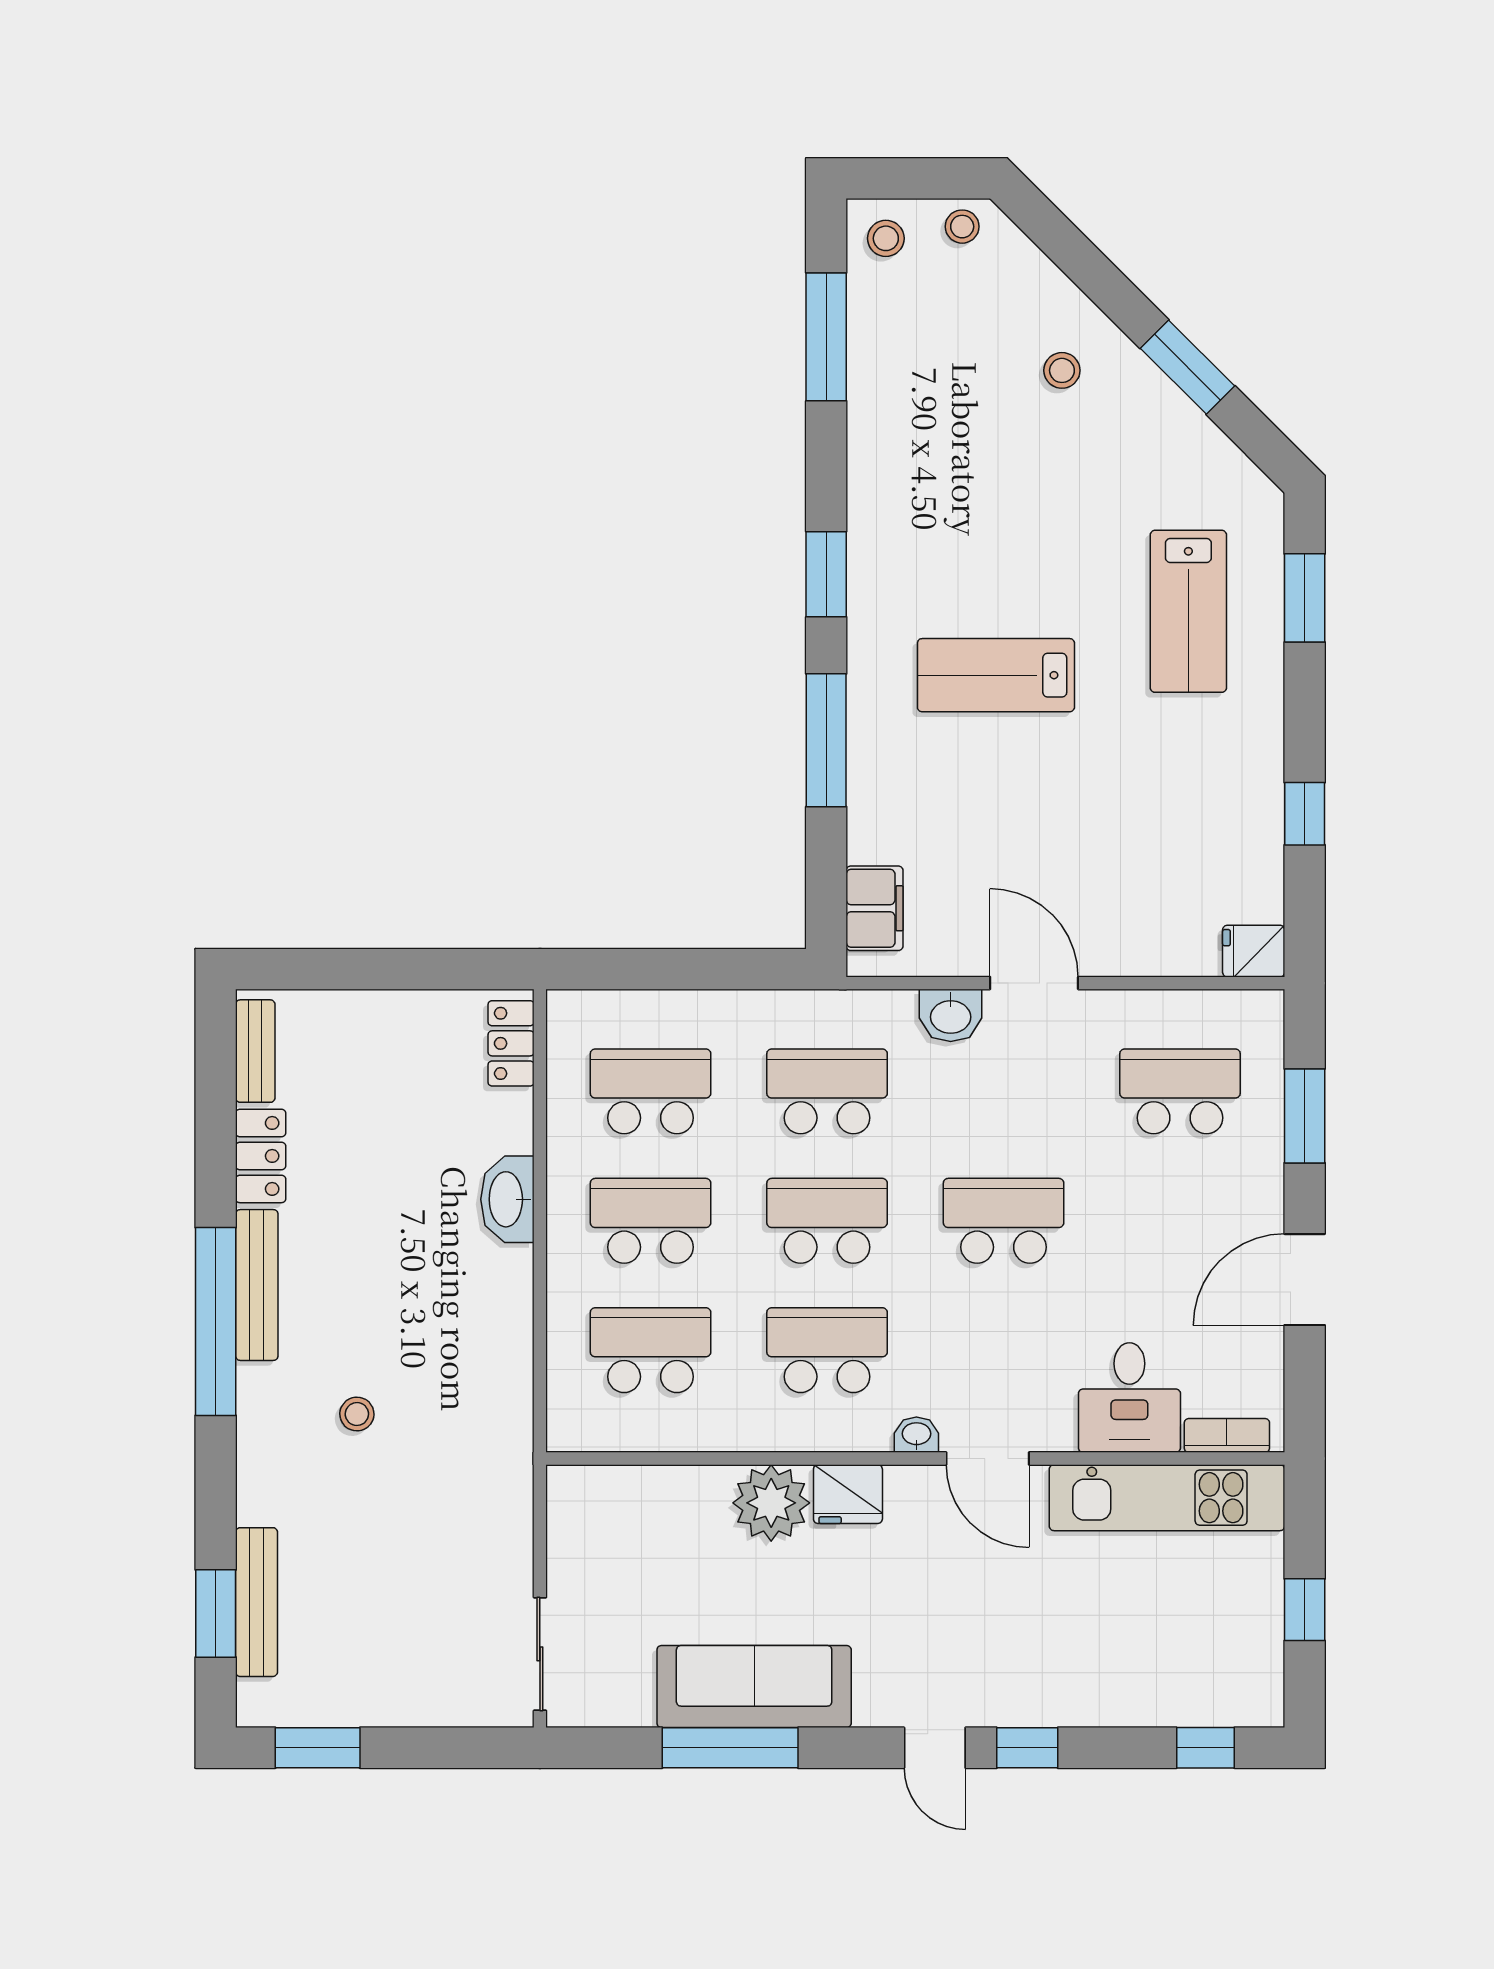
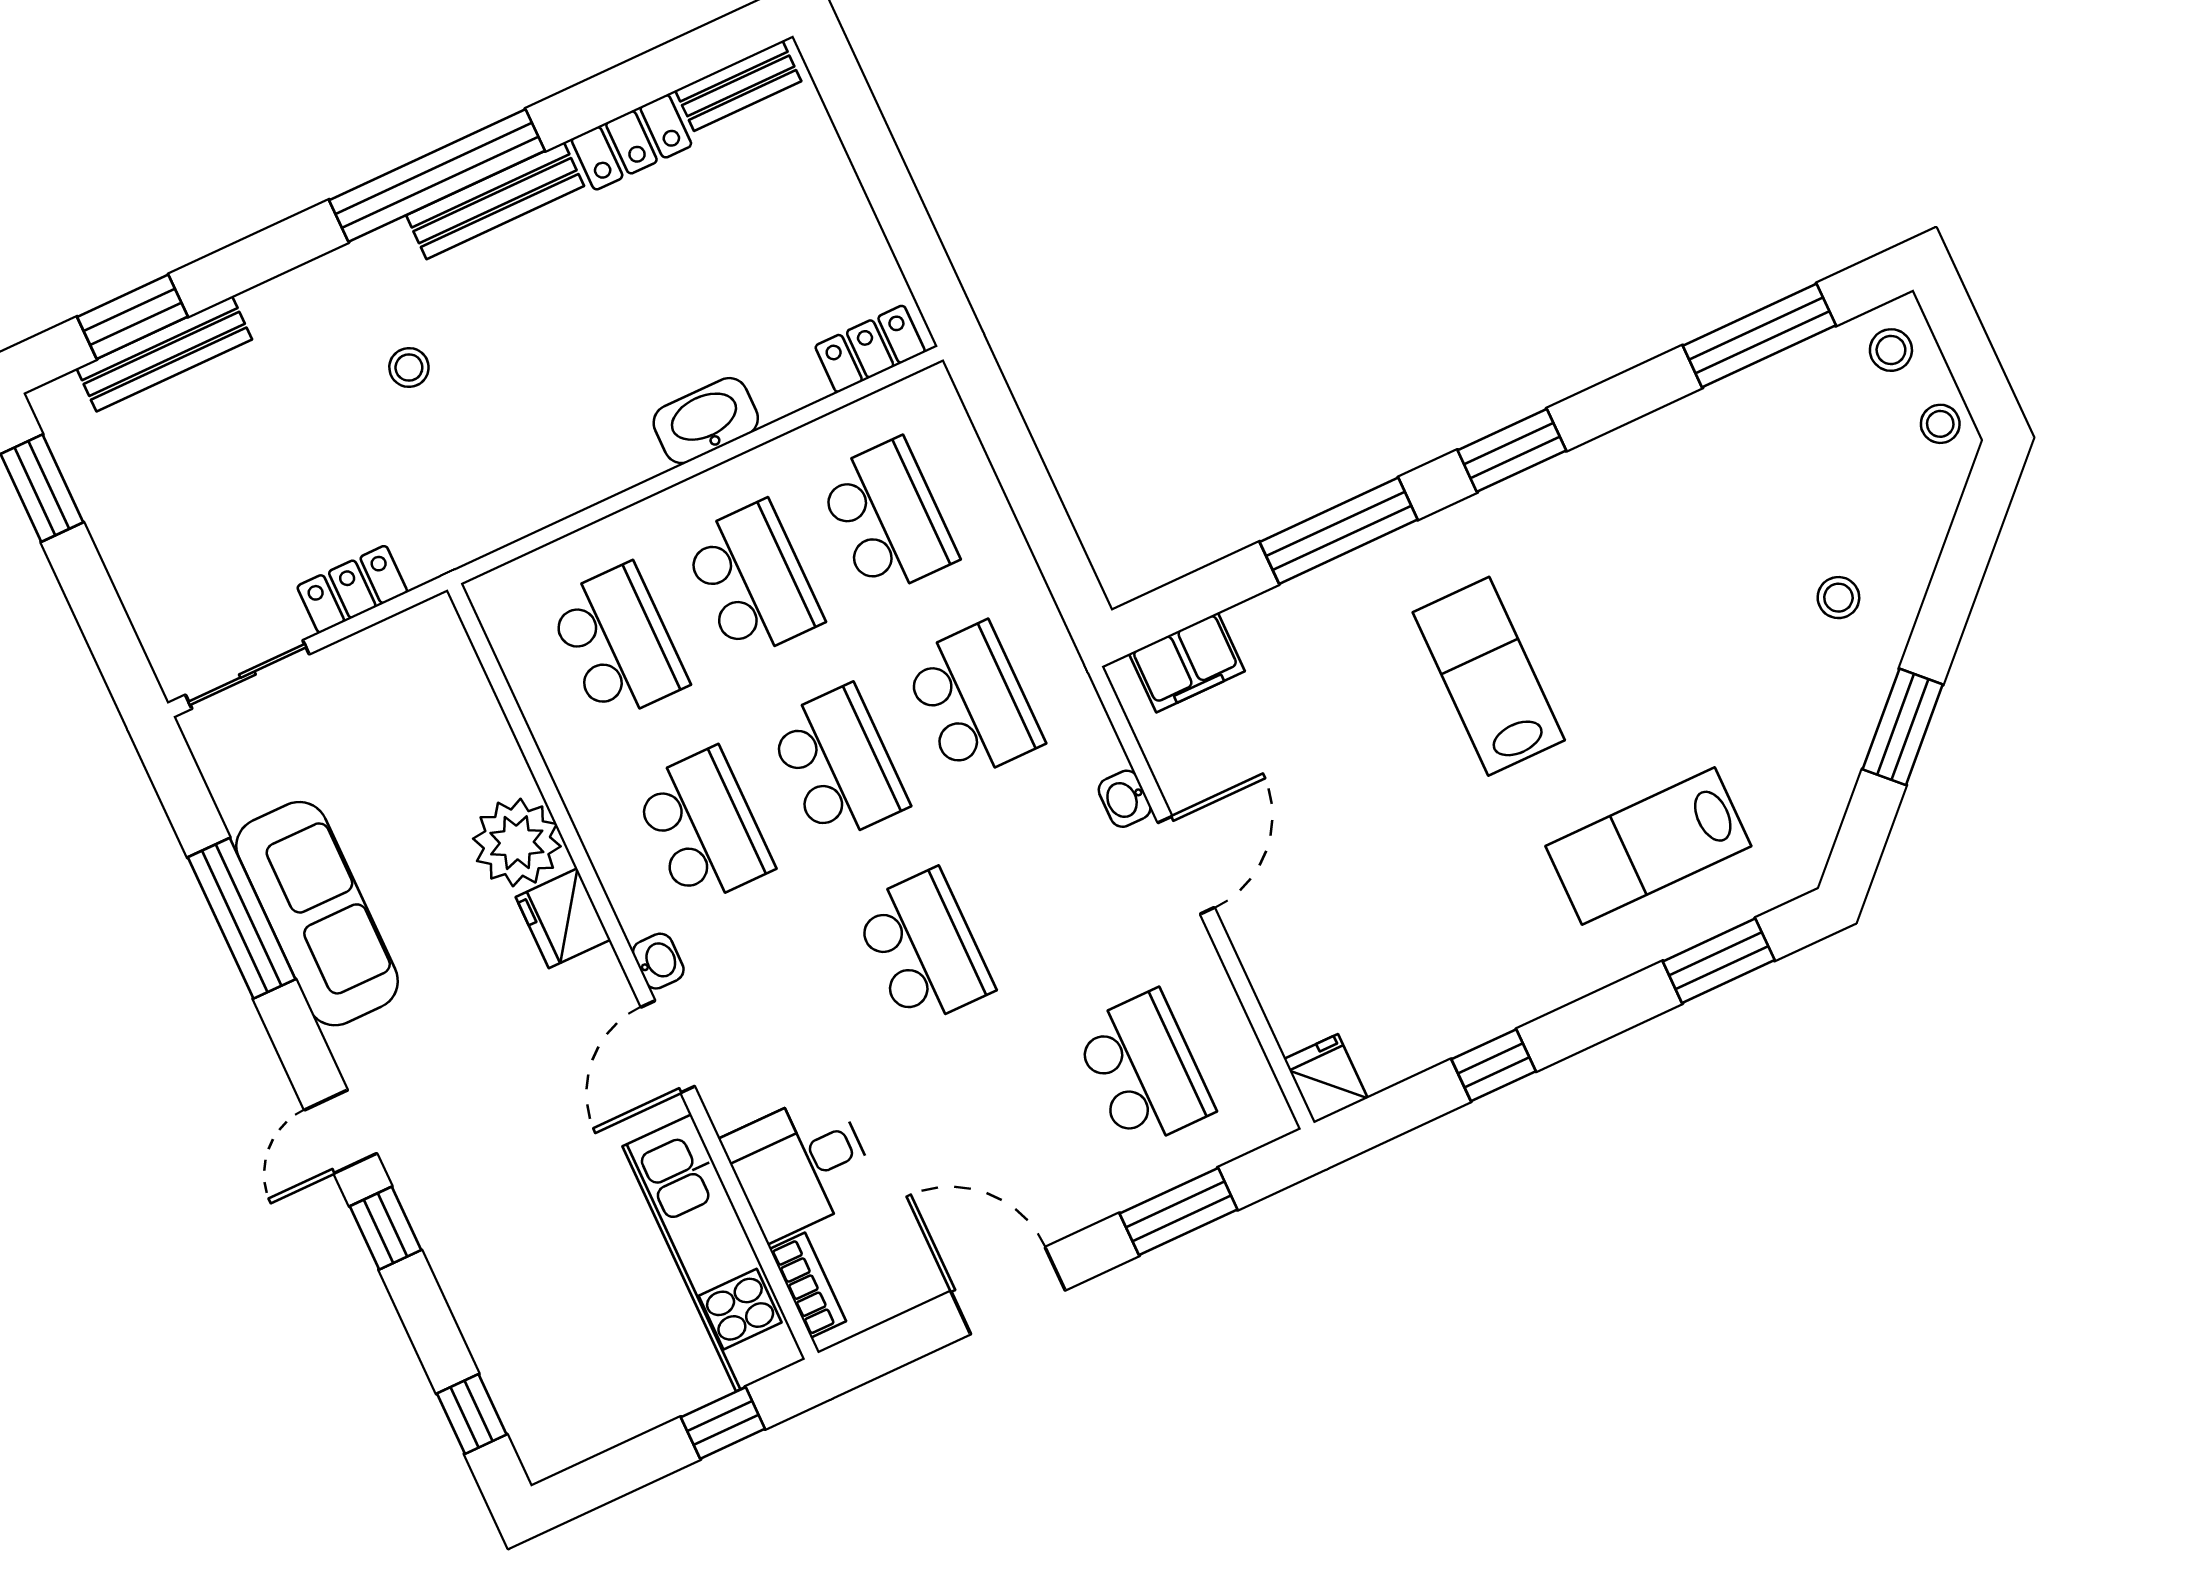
washbasin: (951, 1015) -> (1125, 799), width x0.72, depth x0.69
locker: (511, 1540) -> (352, 589), added
window: (1305, 1610) -> (723, 1423), moved

